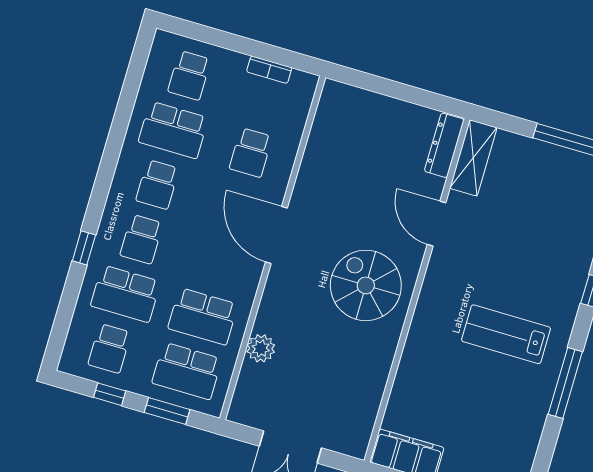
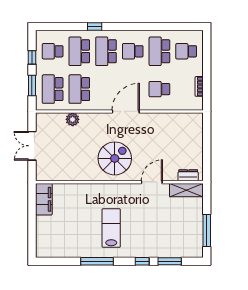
dresser: (444, 145) -> (188, 175), width x0.70
school desk: (141, 239) -> (106, 51), width x1.85

